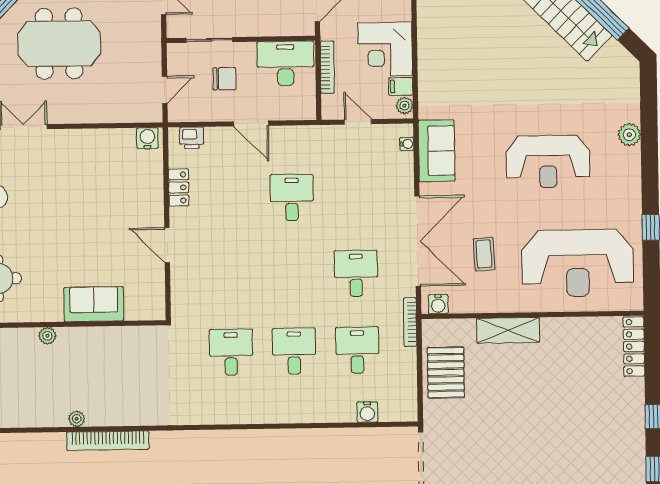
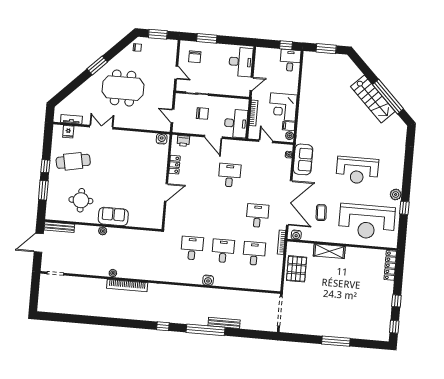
desk: (286, 63) -> (236, 123), moved, turned 90
door: (165, 90) -> (173, 116), swing flipped
plant: (629, 135) -> (396, 194), moved
door: (167, 245) -> (166, 192), swing flipped
sofa: (94, 304) -> (113, 217), moved
water cooler: (367, 412) -> (208, 280), moved

